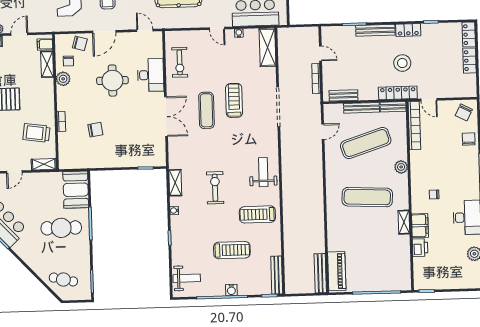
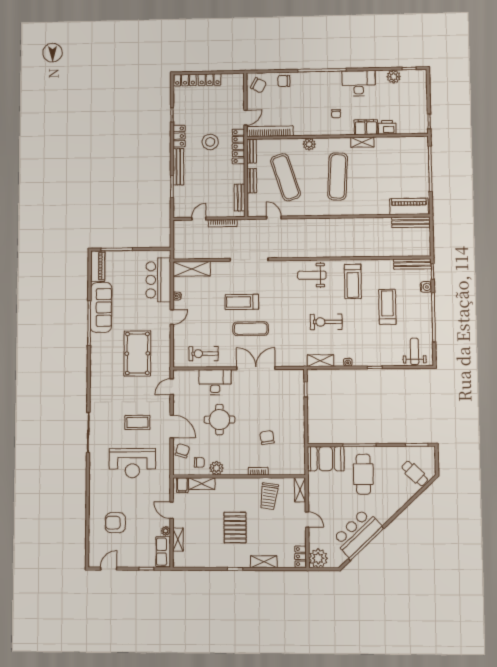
exercise bike: (180, 62) -> (204, 354), turned 180
bench: (362, 108) -> (252, 181), width x0.73
cafe table: (63, 280) -> (415, 473), turned -59
water cooler: (231, 290) -> (426, 287), moved

